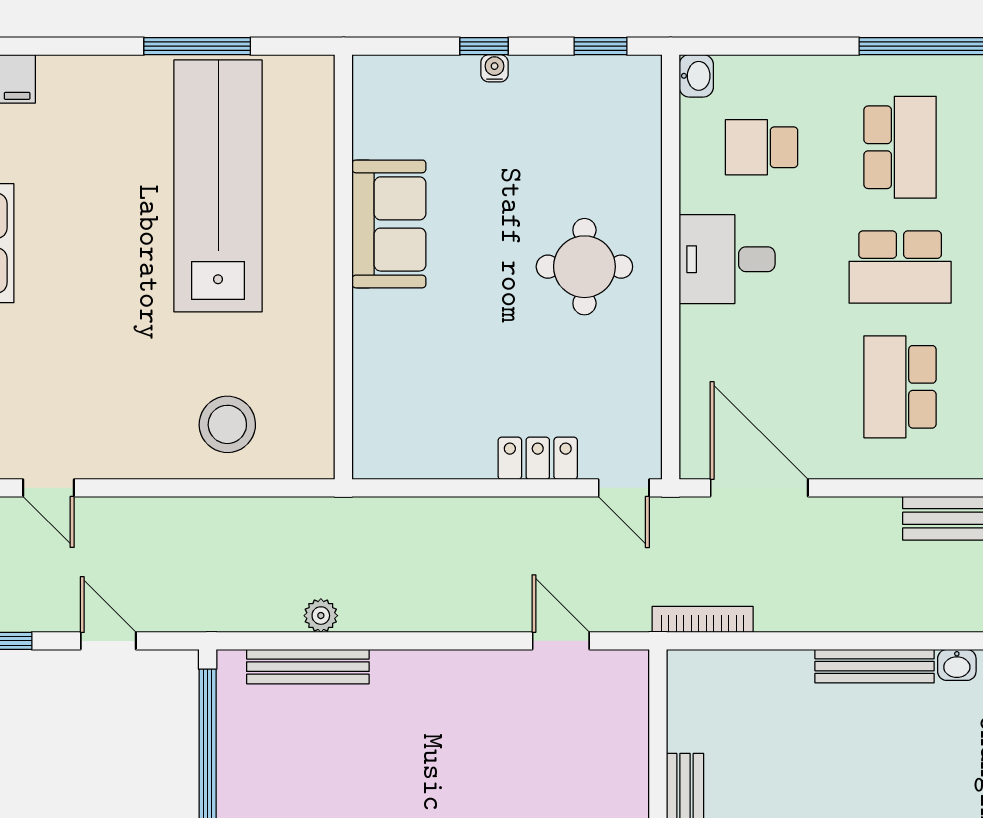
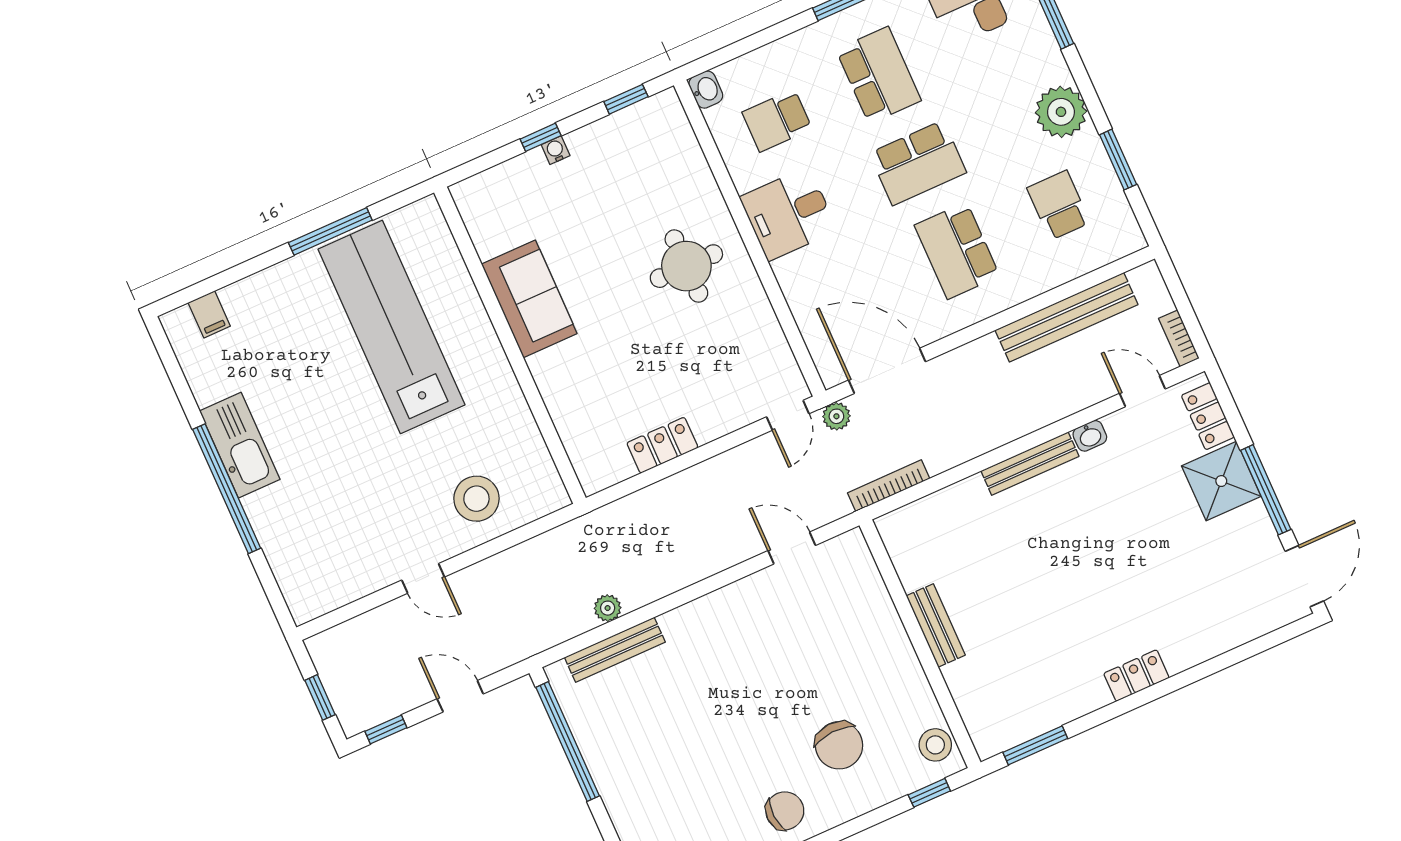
locker: (538, 458) -> (662, 445), moved
door: (48, 488) -> (423, 578), moved
door: (624, 488) -> (788, 415), hinge flipped
plant: (679, 514) -> (836, 416), added

